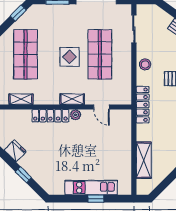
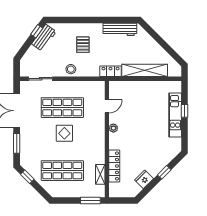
shelving: (72, 99) -> (100, 131), removed
locker: (143, 105) -> (110, 71), width x0.66
locker: (50, 116) -> (114, 166), moved
shelving: (144, 160) -> (145, 70), width x1.47

